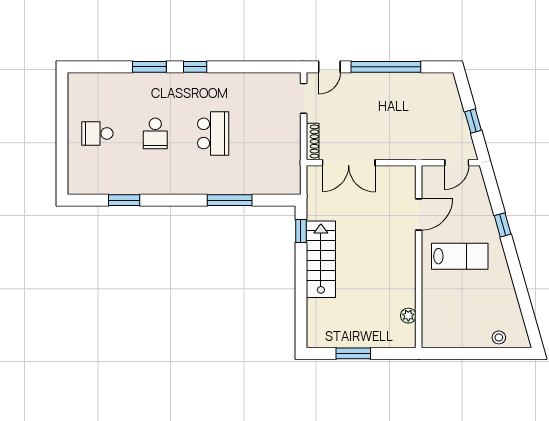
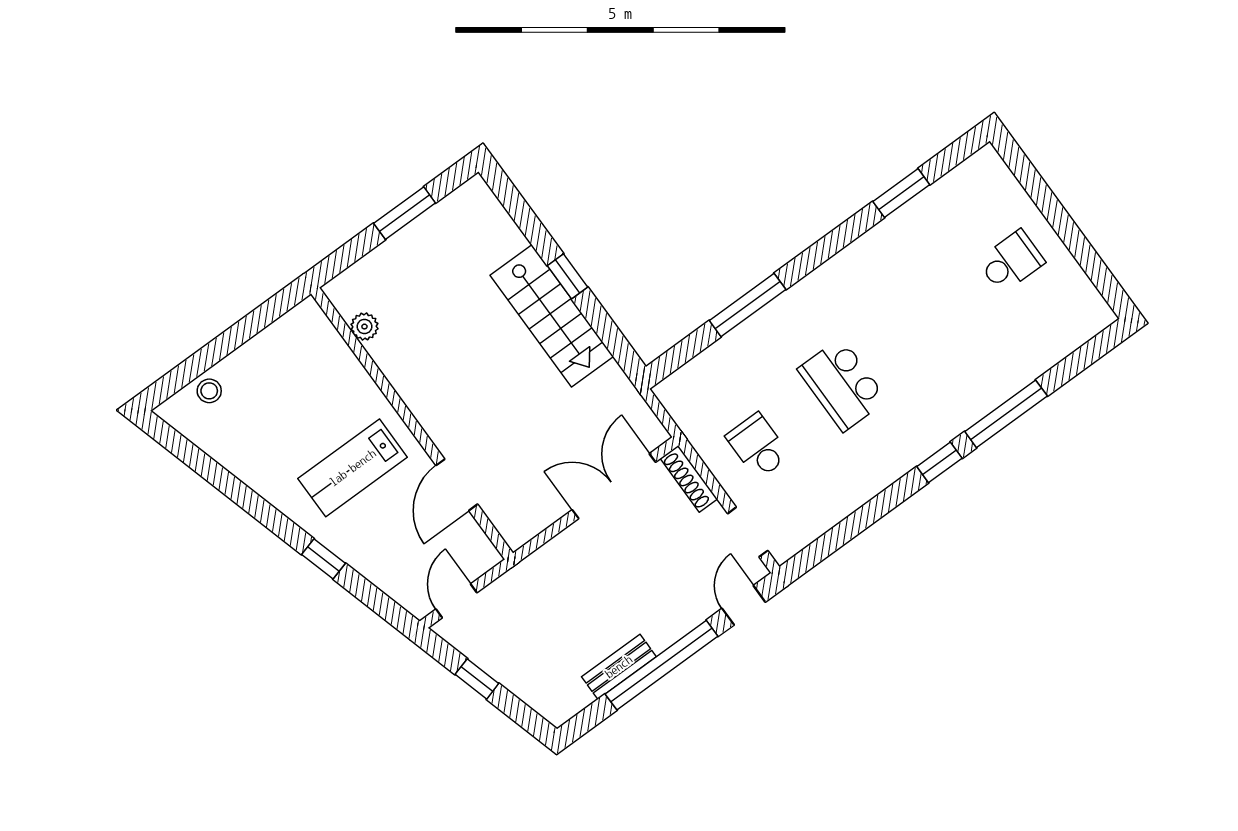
window: (149, 67) -> (1006, 414), width x1.44
bench: (405, 80) -> (619, 667), added
school desk: (155, 133) -> (758, 446), moved
window: (301, 231) -> (567, 276), moved

